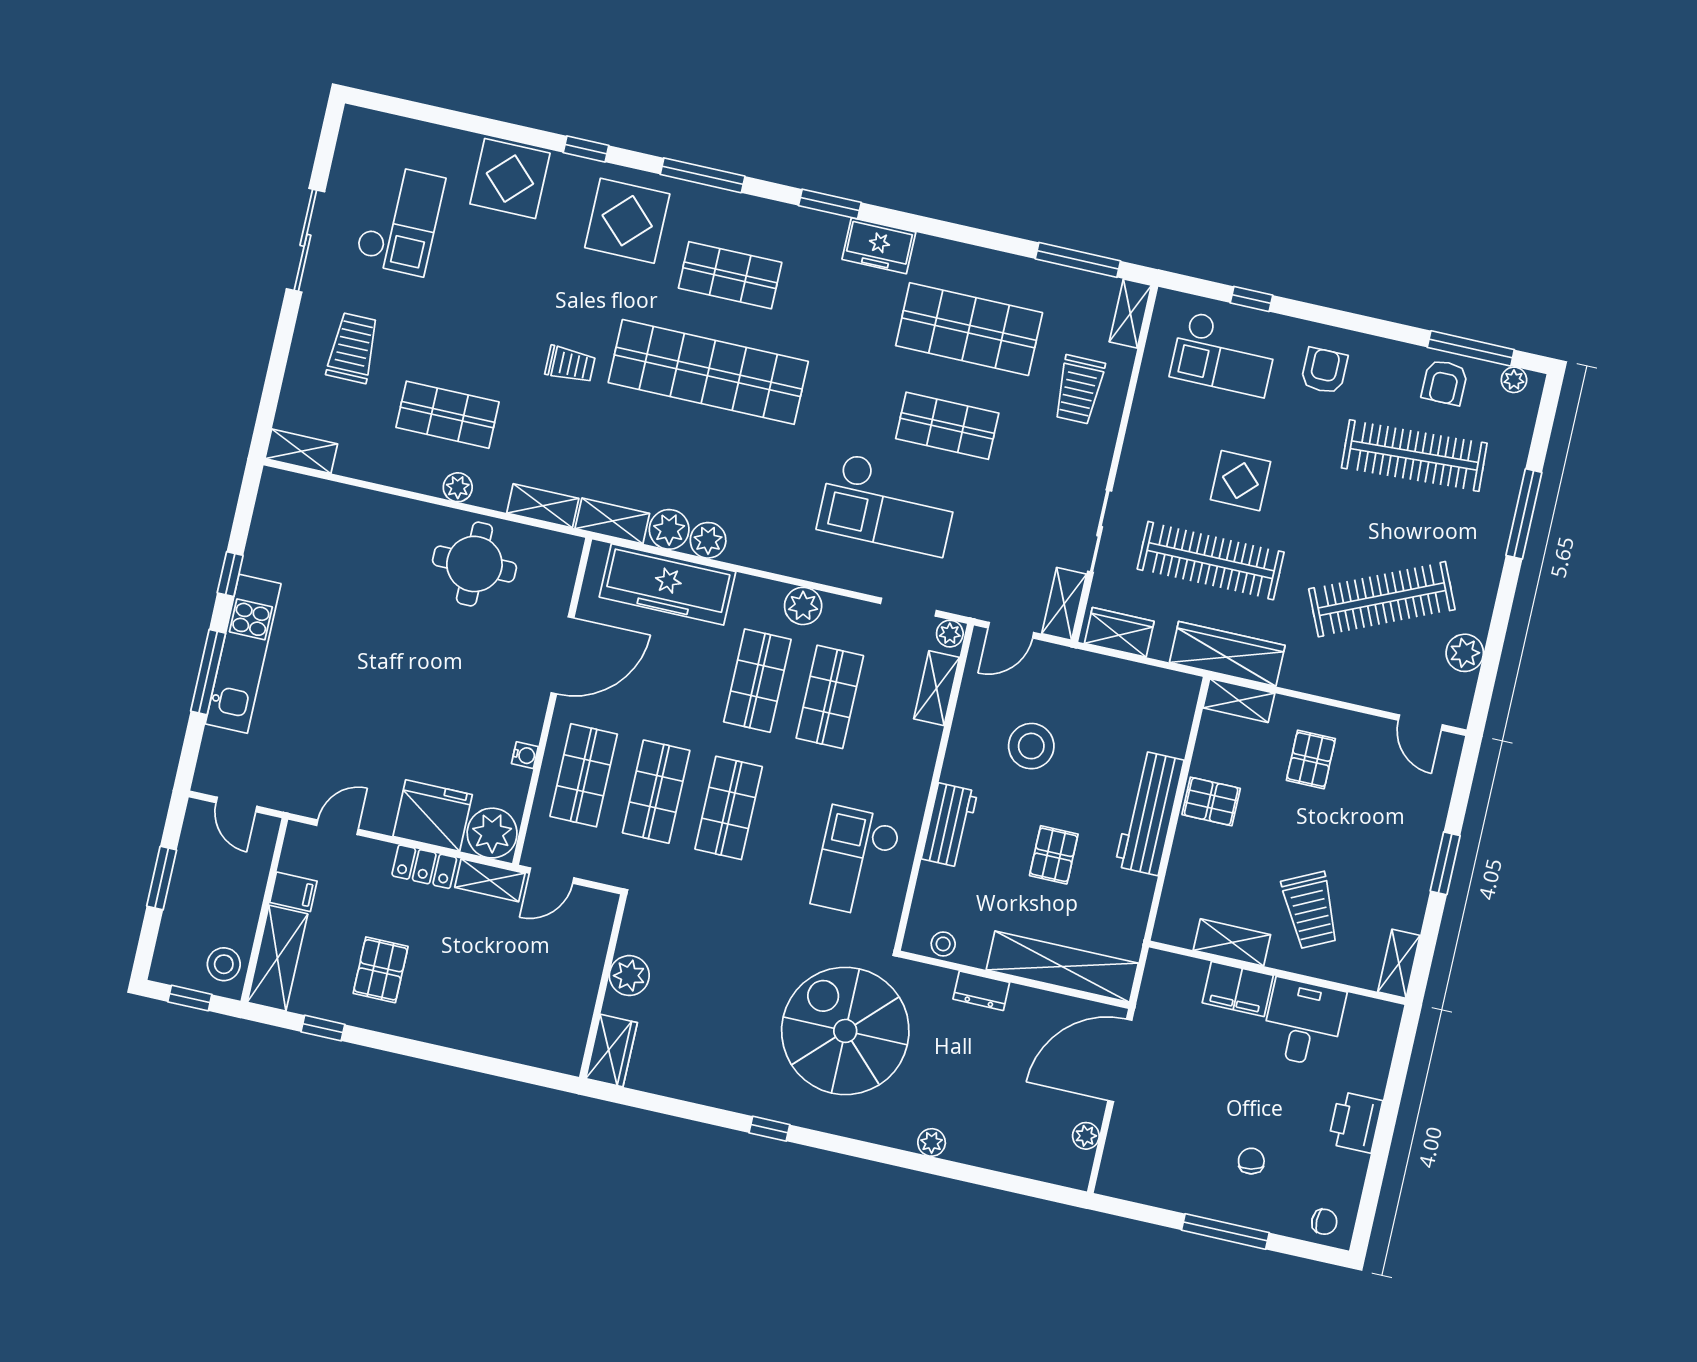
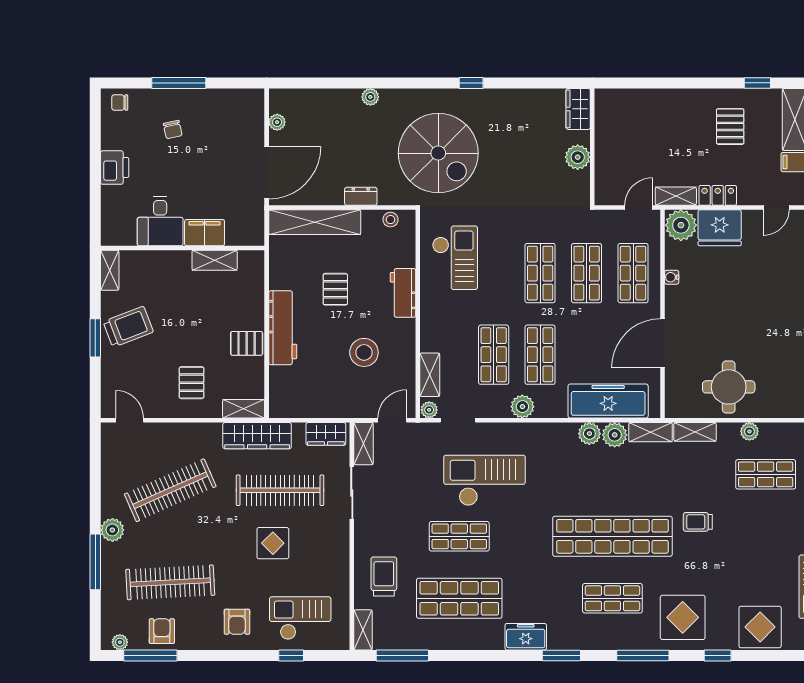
plant: (1465, 653) -> (112, 530), moved
trolley: (1310, 910) -> (128, 327), moved, turned 95

